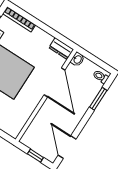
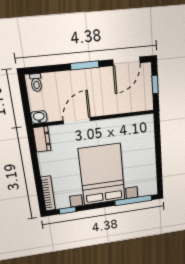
door: (54, 82) -> (77, 121), width x0.73
window: (98, 99) -> (85, 65), moved

